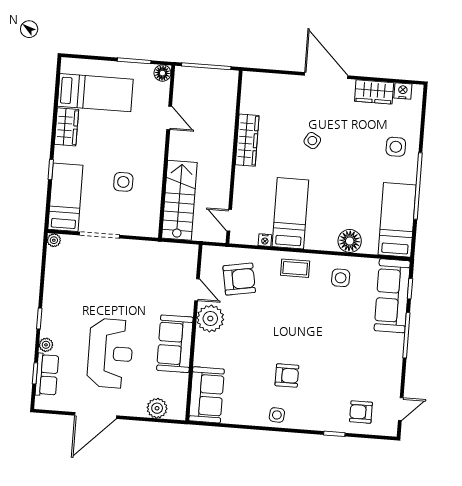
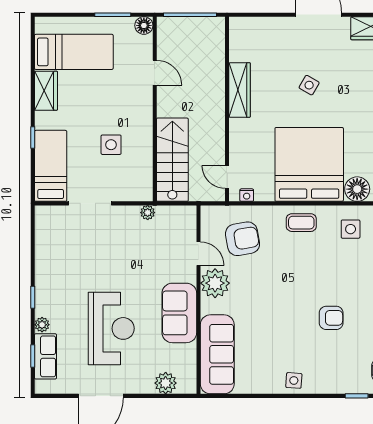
bed: (290, 213) -> (309, 164), width x2.04
plant: (54, 240) -> (148, 213), moved
nightstand: (265, 240) -> (247, 195), moved
armchair: (287, 375) -> (331, 318), moved
sofa: (207, 395) -> (217, 354), width x1.36

